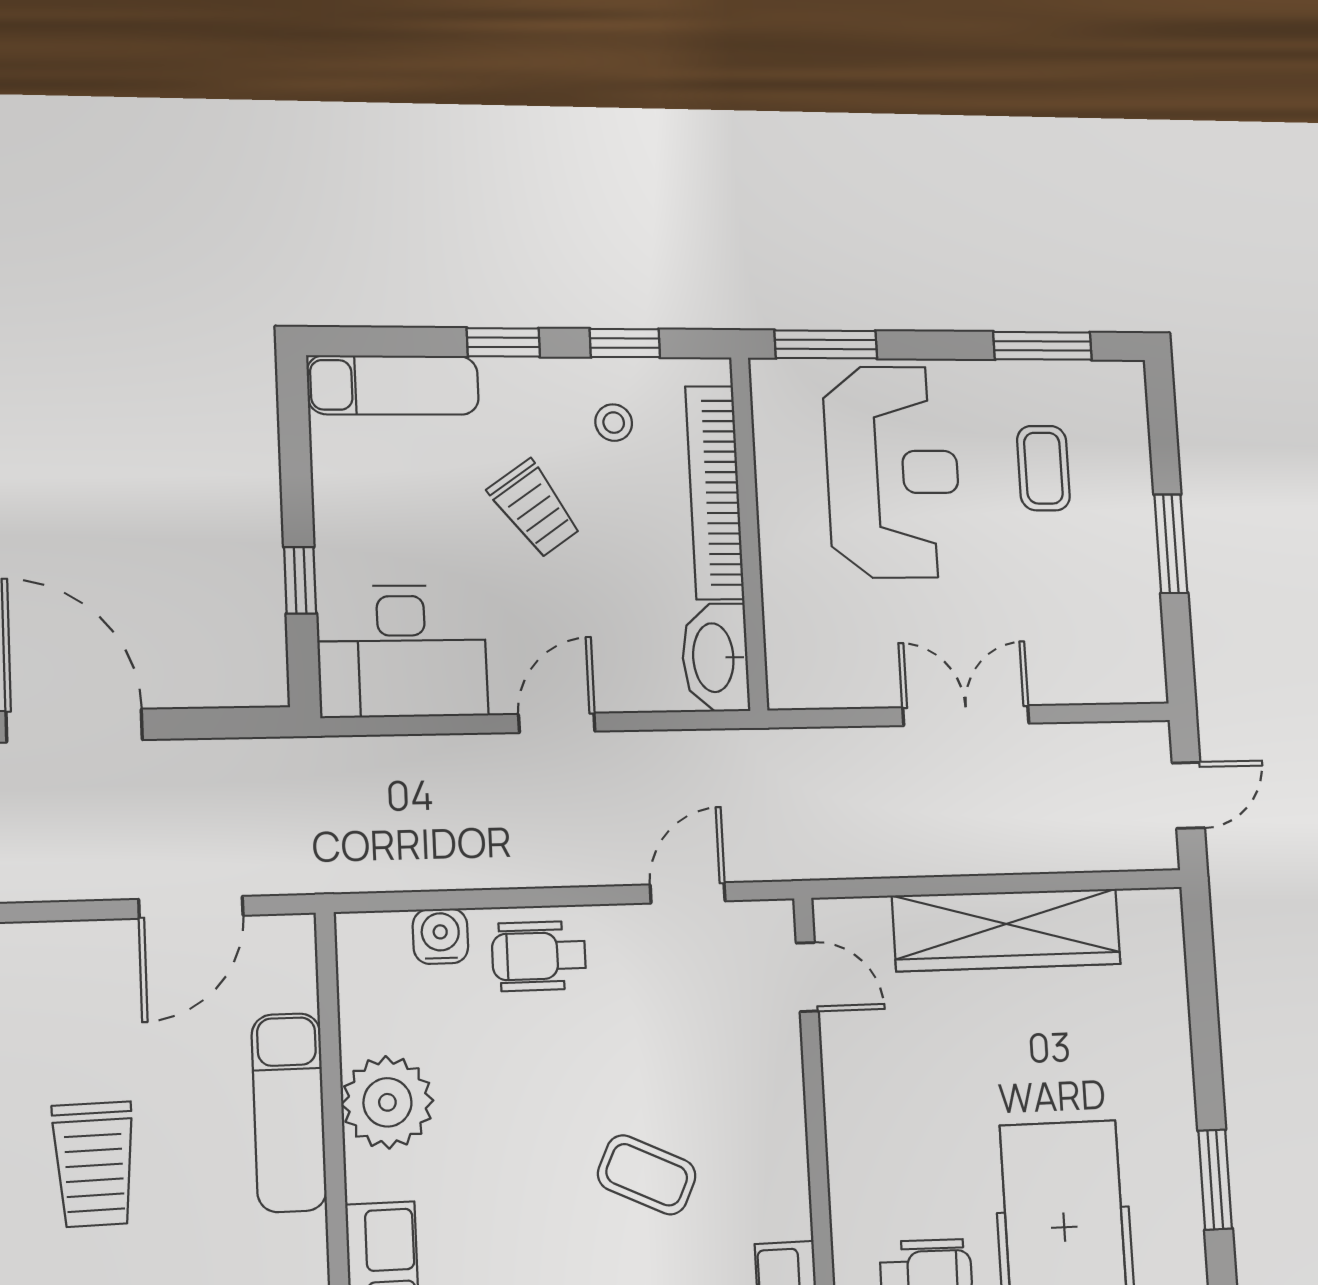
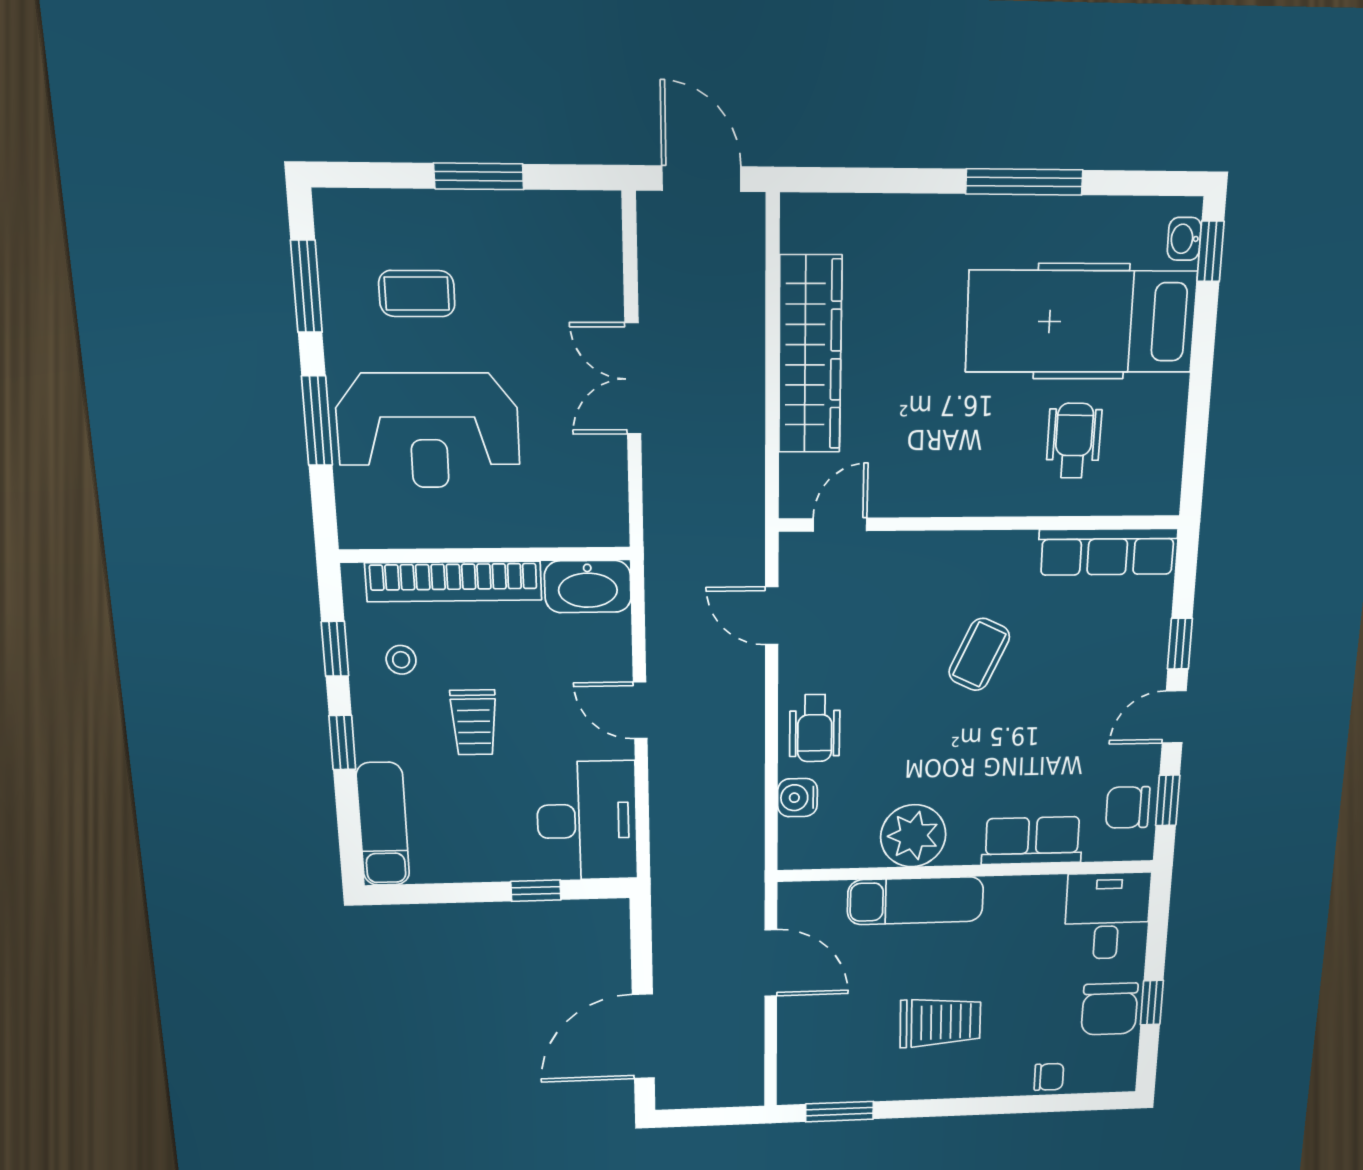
window: (826, 344) -> (317, 421), moved
reception desk: (893, 472) -> (428, 431), turned 180
trolley: (535, 509) -> (474, 722), turned 125
door: (1188, 795) -> (701, 179), width x1.38
window: (1215, 1180) -> (1024, 182), width x1.44

